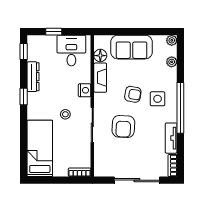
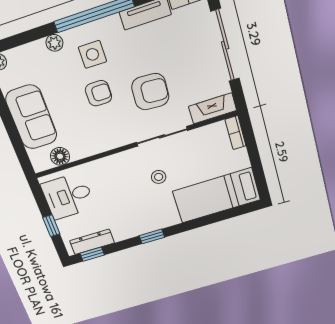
plant: (172, 62) -> (54, 43), moved
dresser: (33, 77) -> (92, 242), moved
fireplace: (100, 78) -> (213, 108), moved
nightstand: (85, 90) -> (116, 162), removed
armchair: (133, 94) -> (99, 93), turned 80

